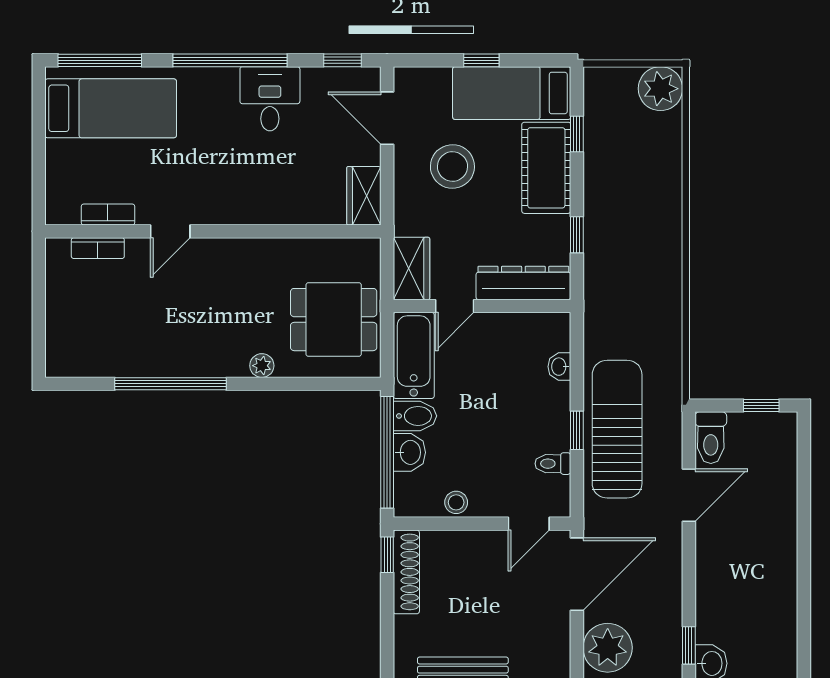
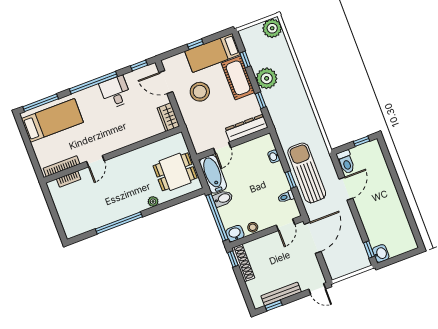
bookcase: (108, 215) -> (62, 166), width x1.56
wardrobe: (412, 268) -> (199, 139), removed
washbasin: (409, 452) -> (235, 233), moved, turned -90
plant: (608, 648) -> (267, 78), moved

